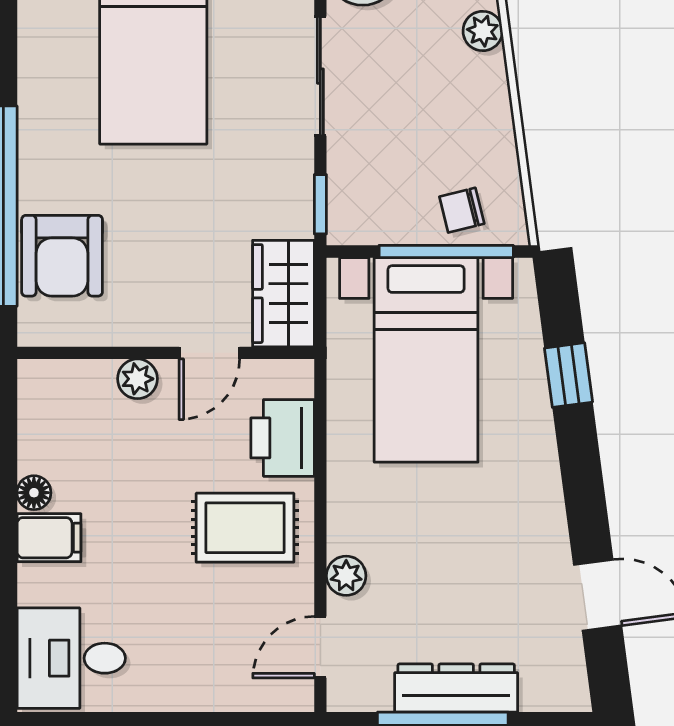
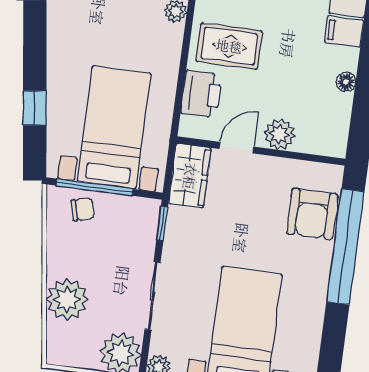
plant: (483, 31) -> (67, 299), width x1.88, depth x1.88
armchair: (62, 256) -> (312, 214), turned 180
plant: (137, 379) -> (279, 134), width x1.38, depth x1.38
filing cabinet: (49, 538) -> (344, 31), moved

